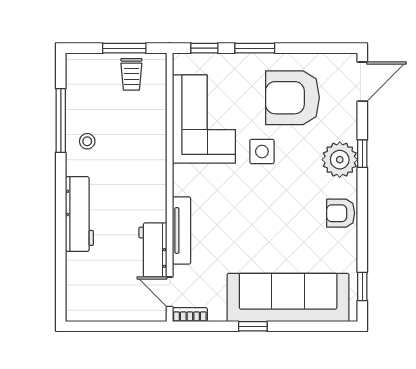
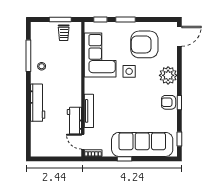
window: (362, 154) -> (179, 103), moved

